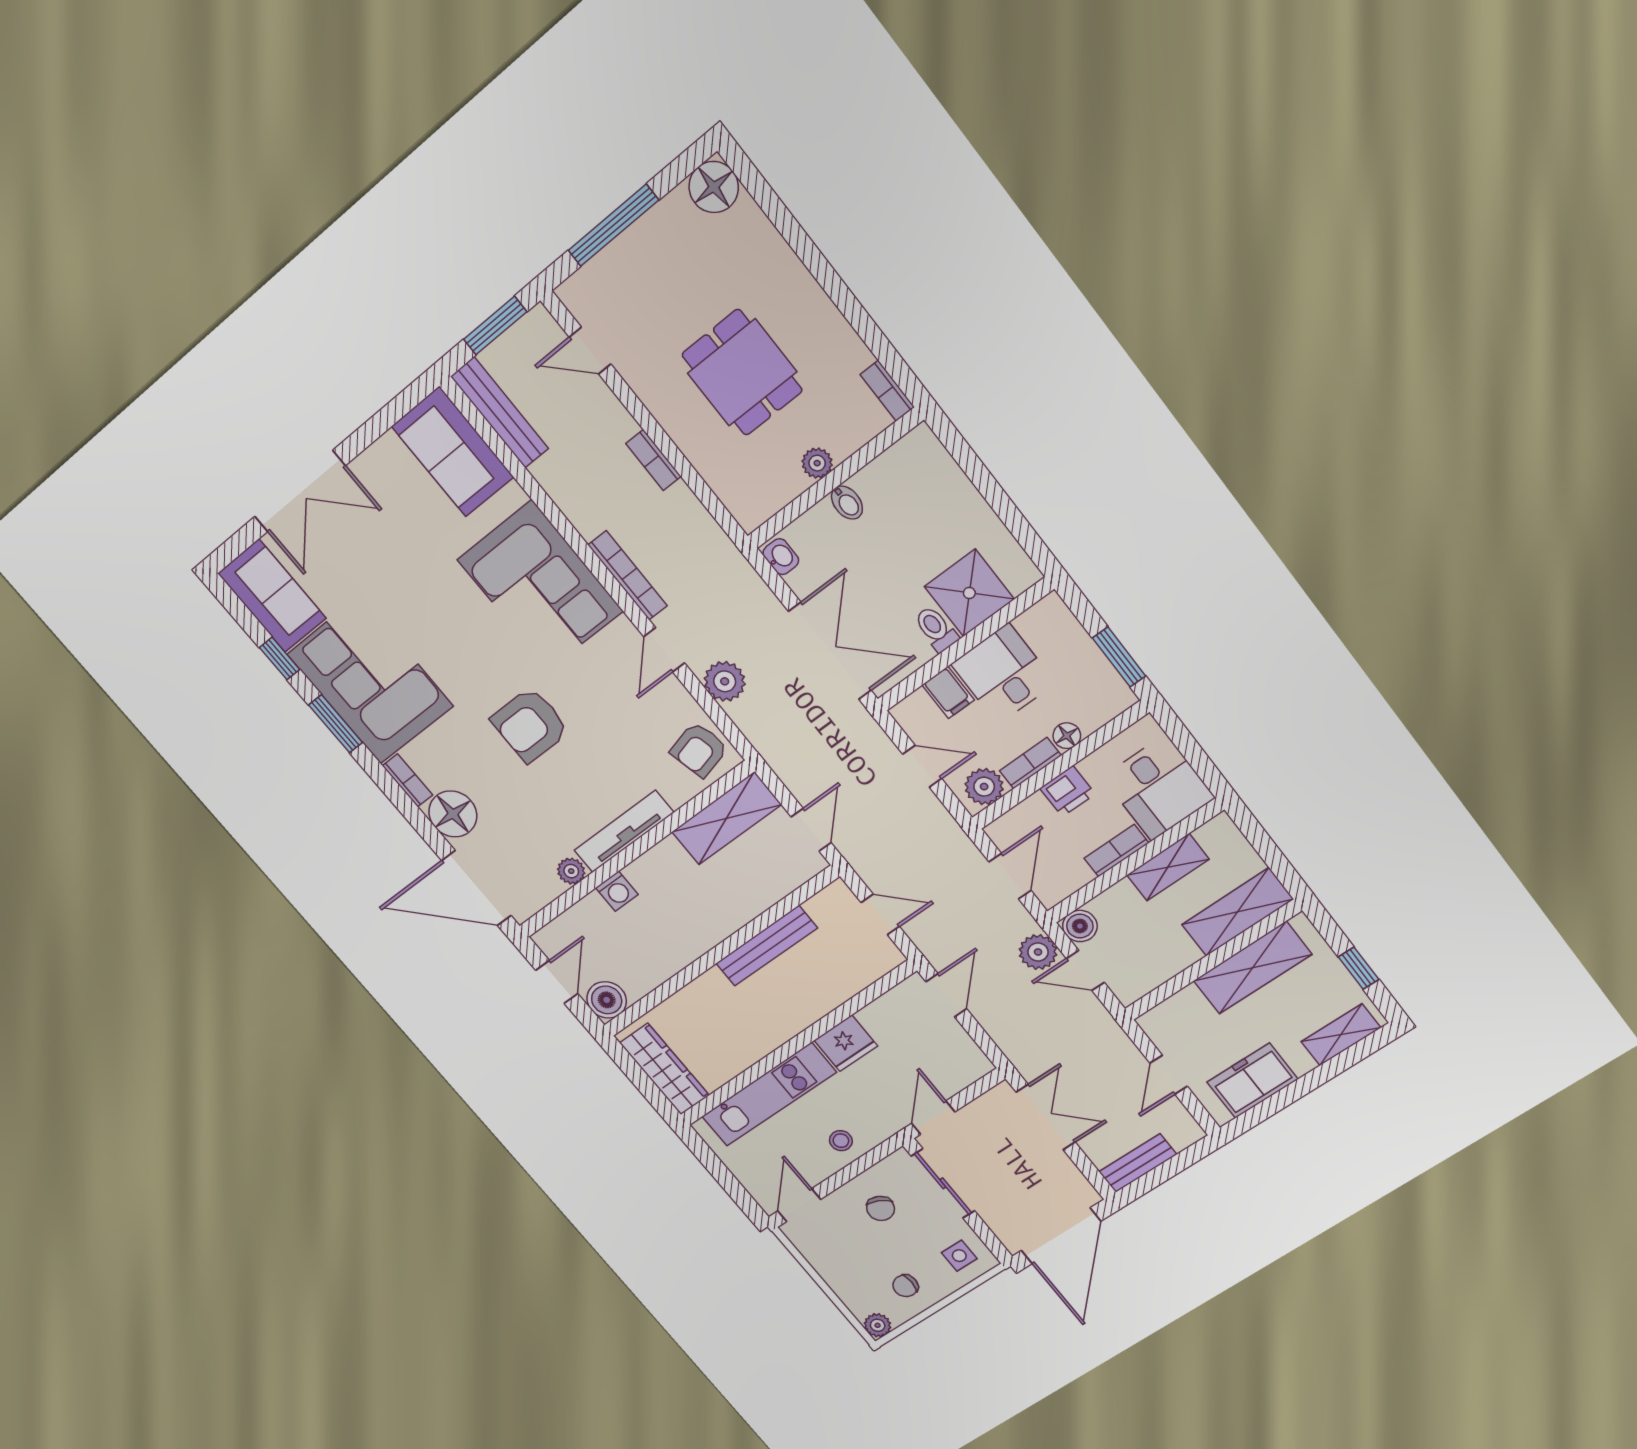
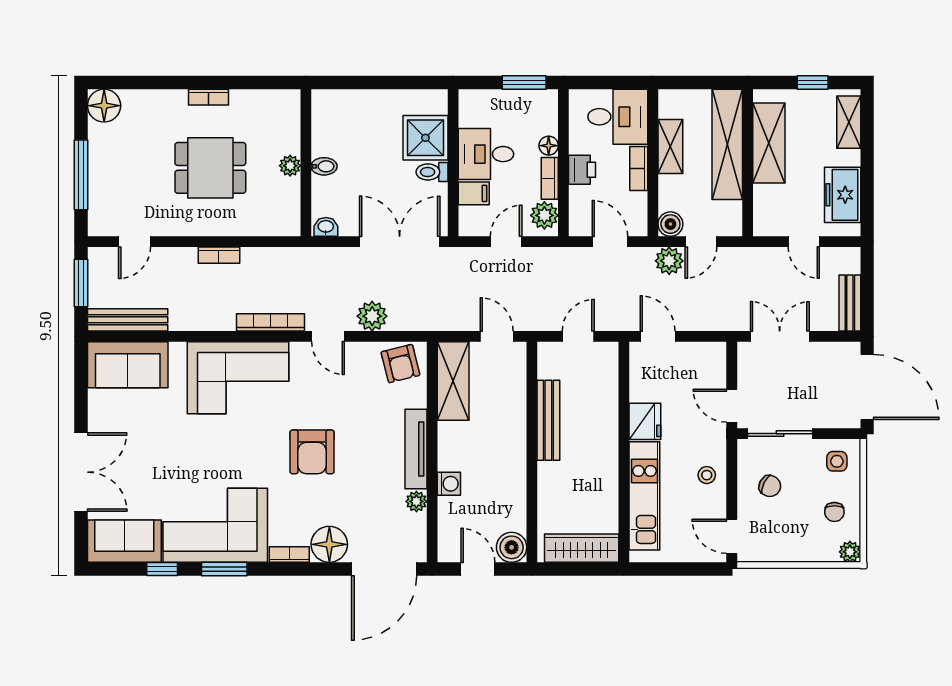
bookcase: (887, 391) -> (208, 97), moved
shelving: (1237, 912) -> (727, 144), width x1.47

